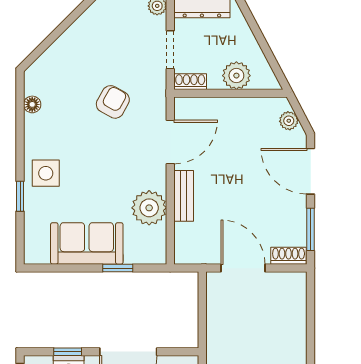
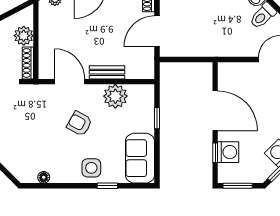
shoe rack: (190, 82) -> (28, 63), width x1.43
armchair: (113, 102) -> (79, 124), moved
sofa: (87, 243) -> (140, 158), moved

